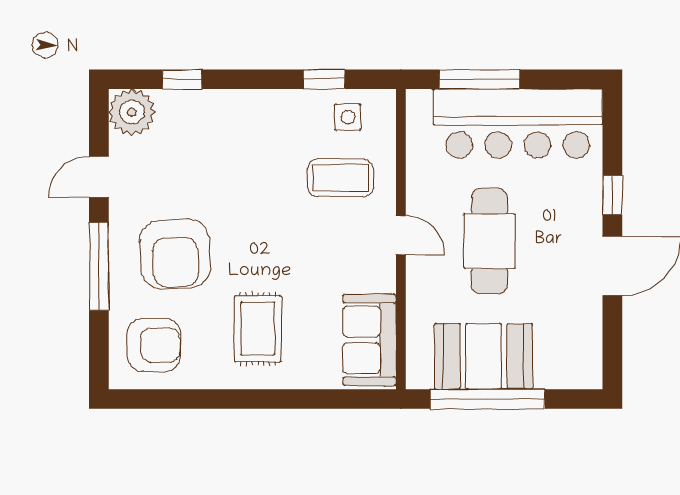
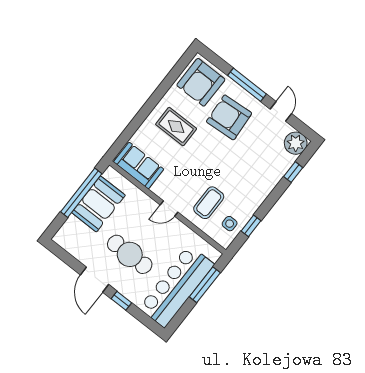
cafe table: (489, 241) -> (130, 254), moved
armchair: (154, 345) -> (201, 82), width x1.36, depth x1.36

